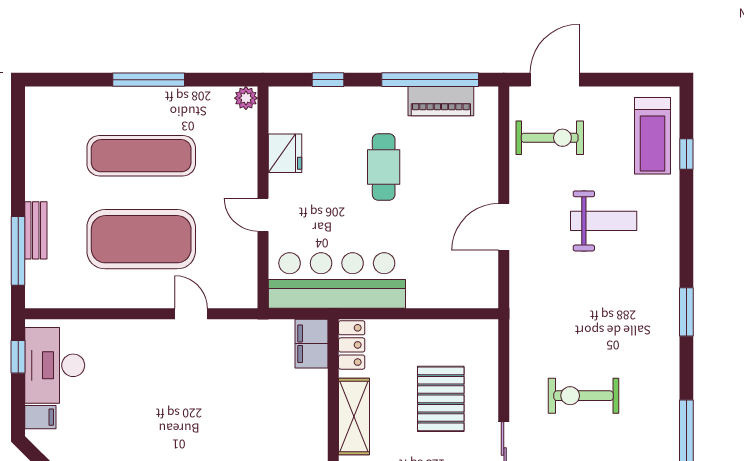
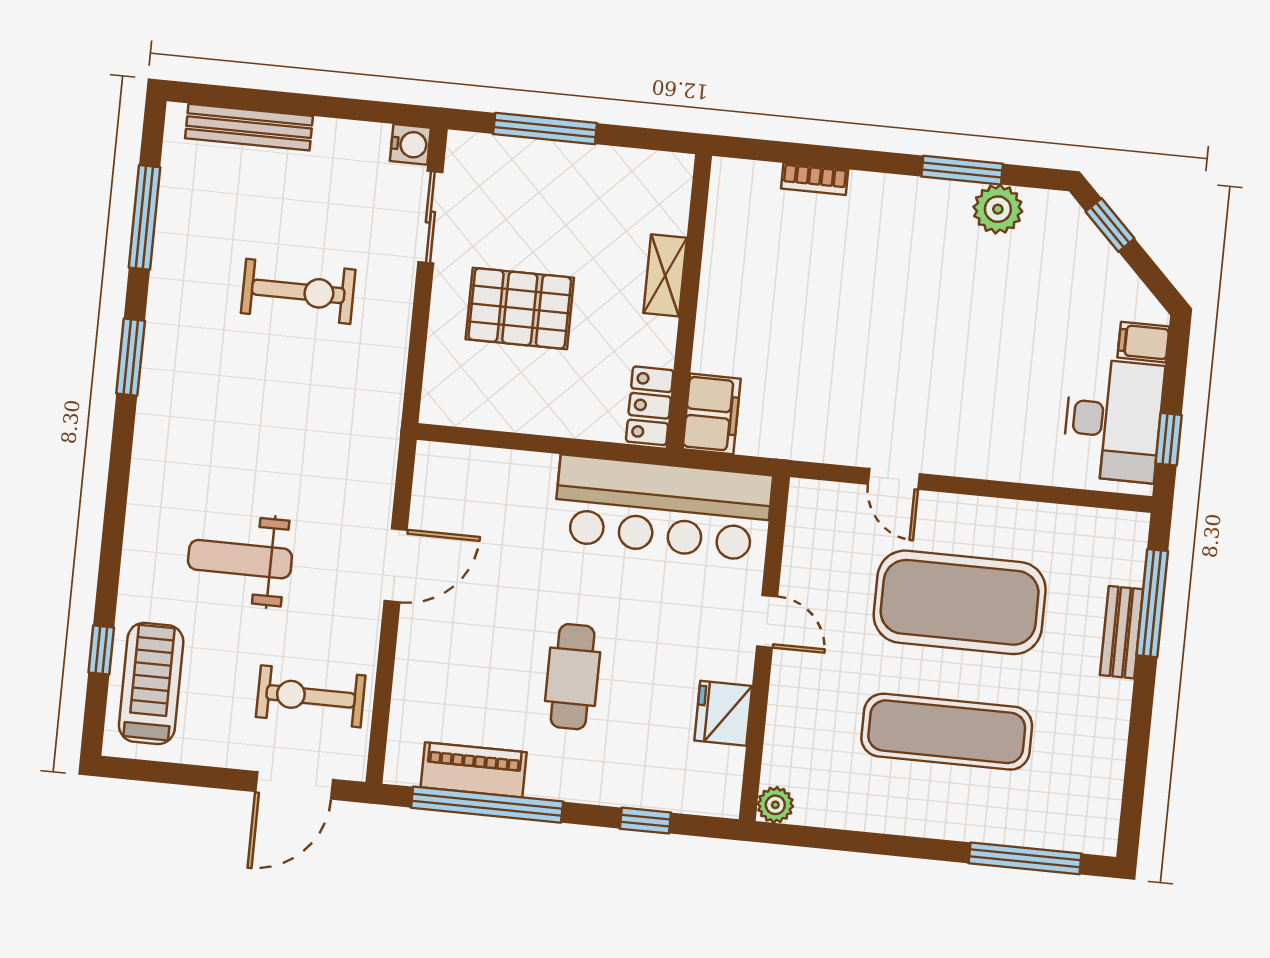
window: (149, 80) -> (1025, 858), moved
window: (686, 312) -> (131, 357), moved
pallet: (441, 399) -> (520, 308), turned 90
shelving: (354, 416) -> (665, 275), width x0.67, depth x0.75

